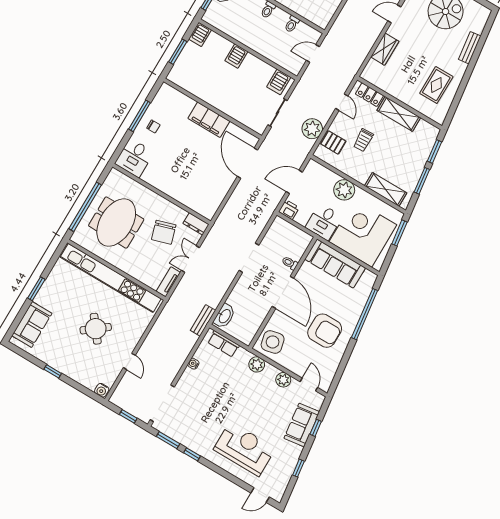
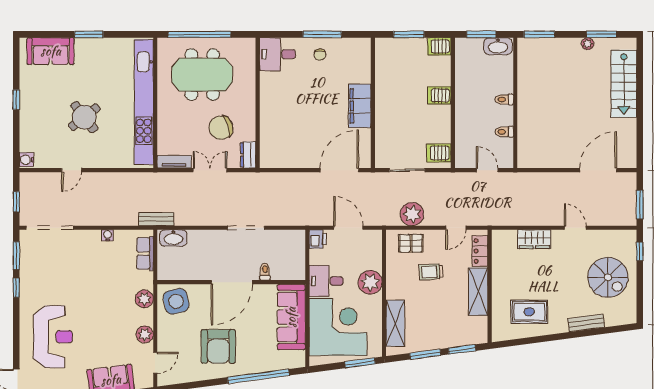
pallet: (333, 142) -> (411, 243), turned 90

